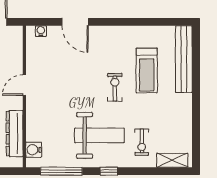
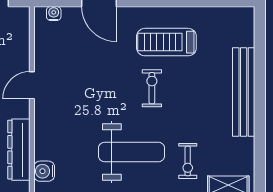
bench: (184, 59) -> (244, 92), moved
treadmill: (147, 70) -> (166, 42), moved, turned 90

